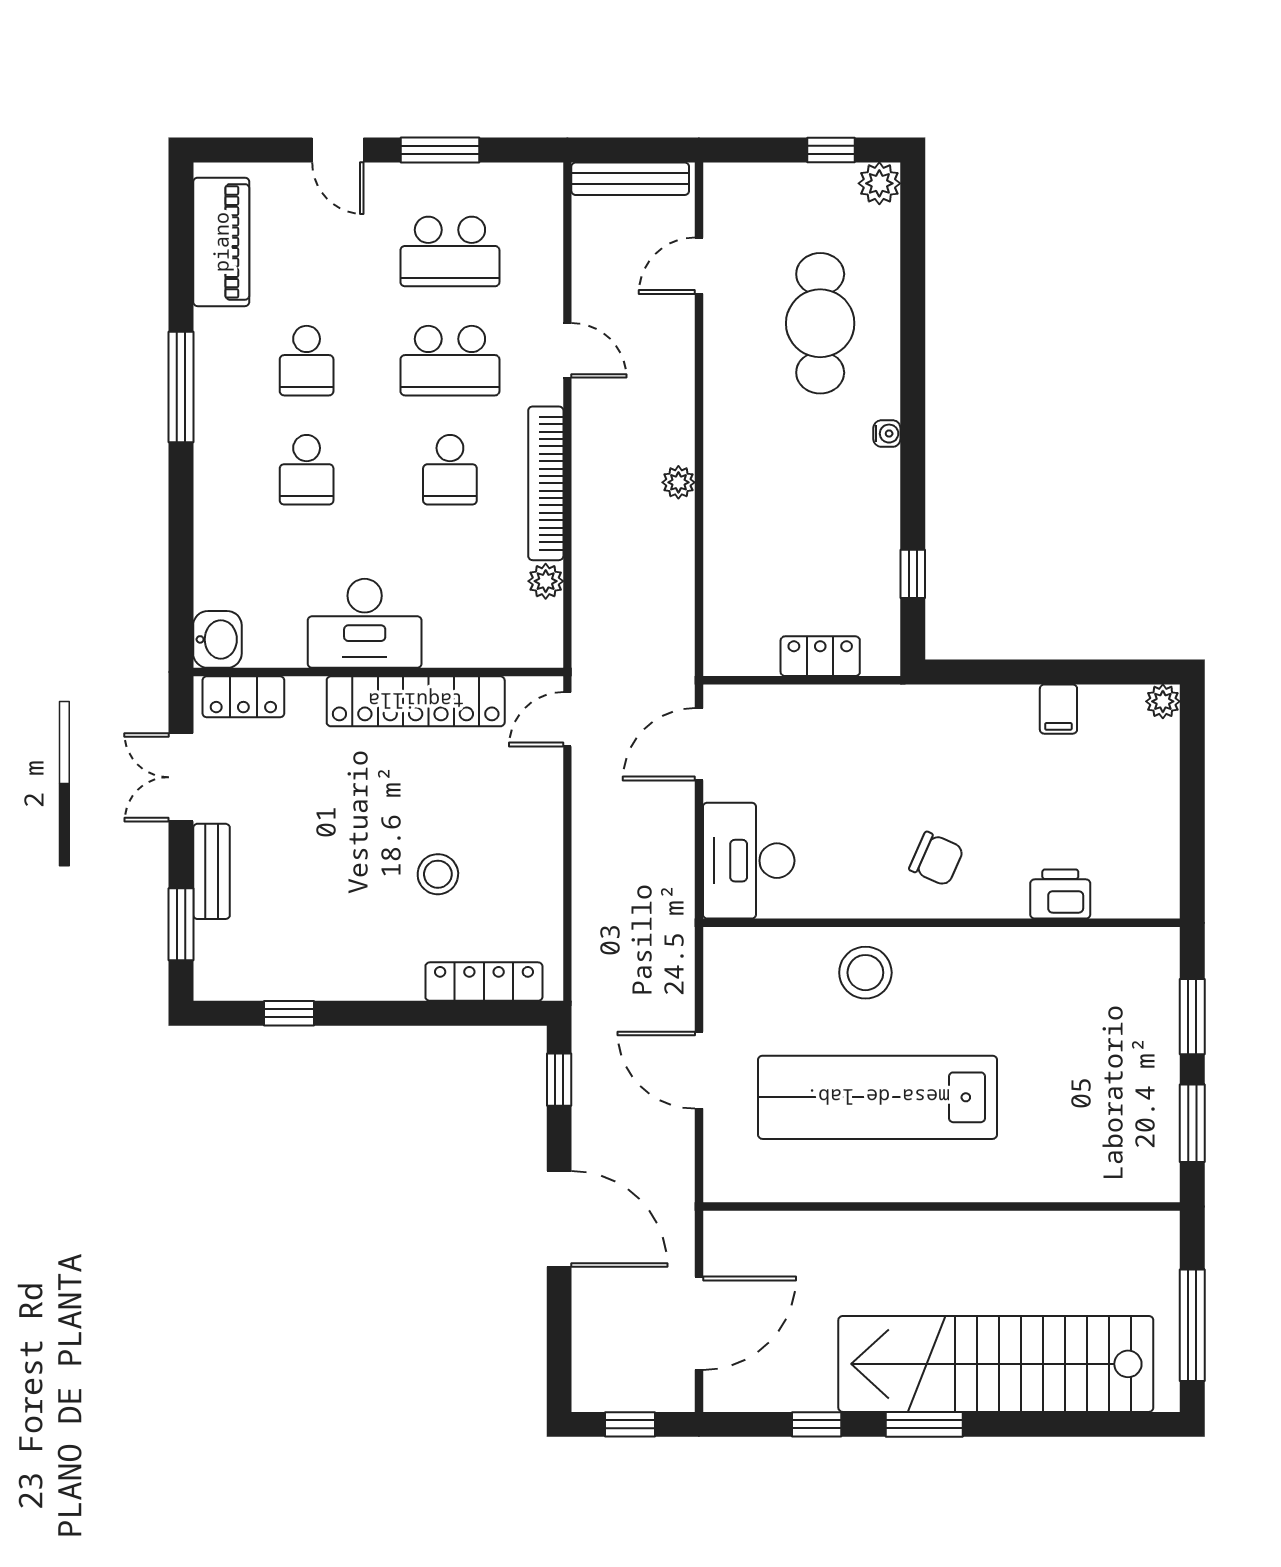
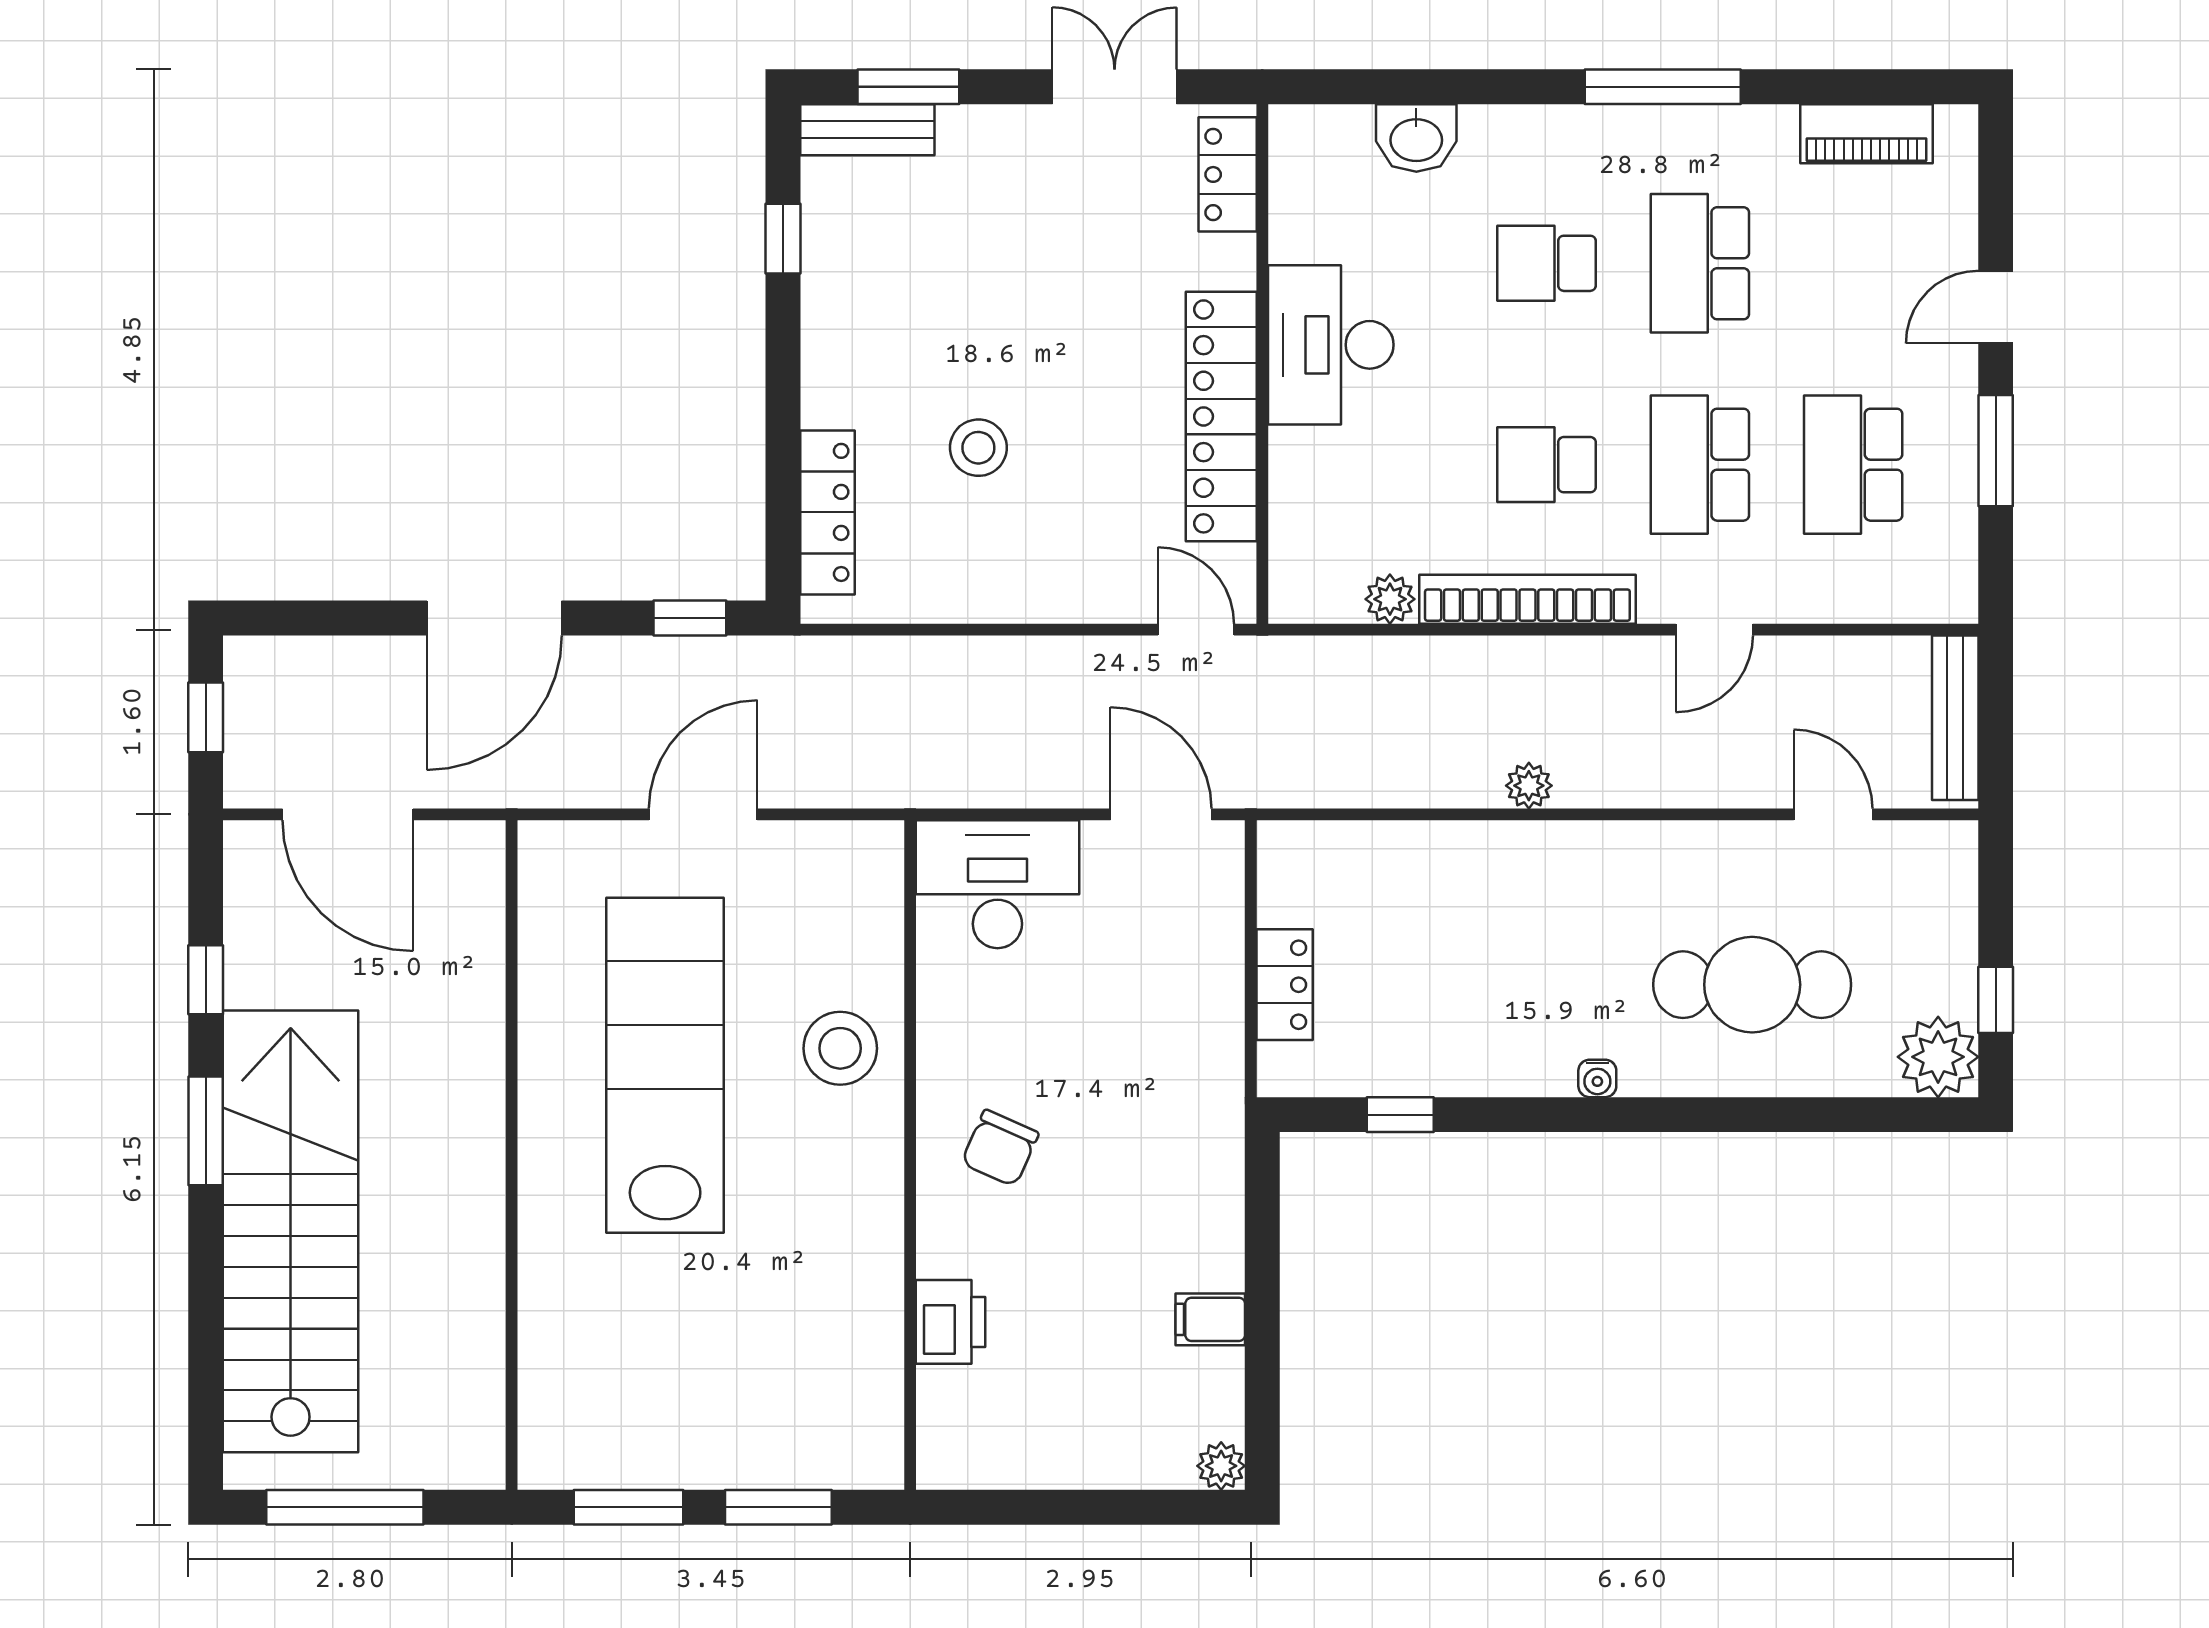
plant: (879, 183) -> (1938, 1057), width x1.36, depth x1.36
piano: (221, 242) -> (1867, 134), width x0.73, depth x0.75
school desk: (307, 361) -> (1700, 263), width x1.85
washbasin: (217, 639) -> (1416, 138), moved
bench: (212, 871) -> (867, 130), moved

